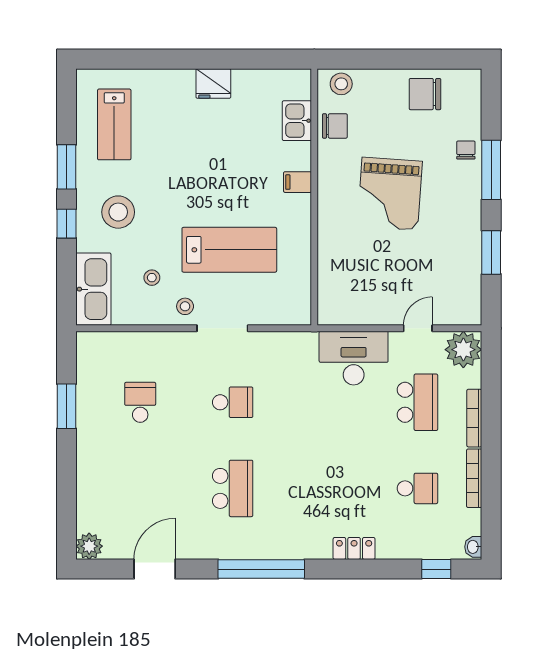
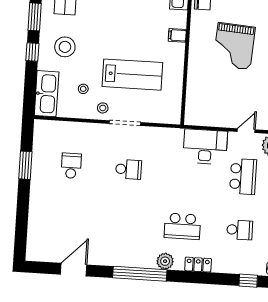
school desk: (233, 488) -> (182, 226), moved, turned 90
plant: (89, 546) -> (165, 261), moved

